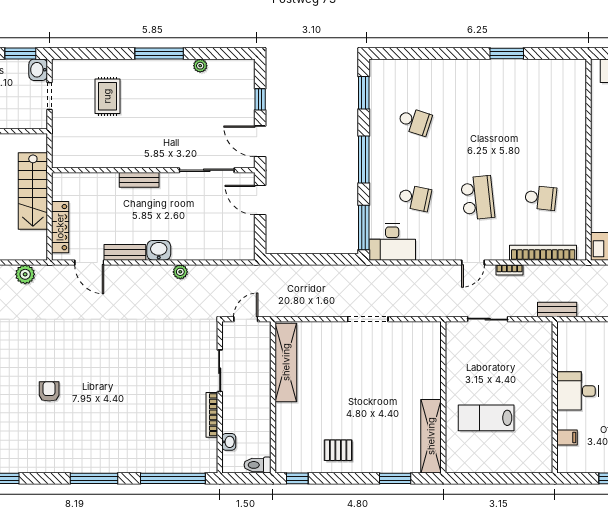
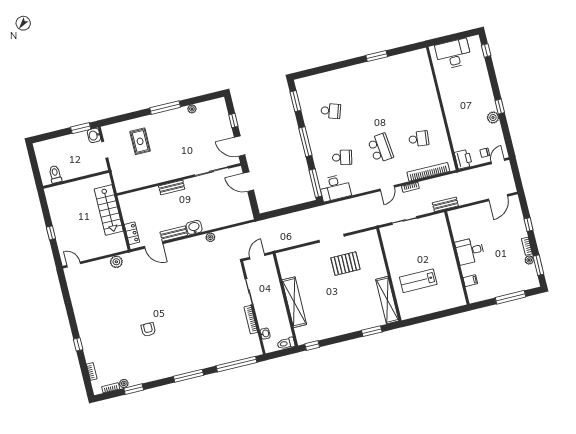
locker: (60, 227) -> (132, 233), width x0.66
shelving: (286, 362) -> (294, 302), moved
pallet: (338, 450) -> (345, 264), moved, width x1.50, depth x1.42

